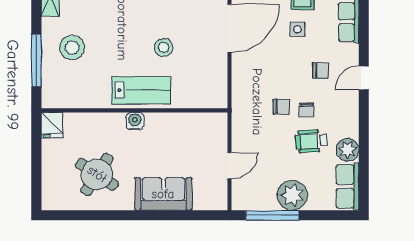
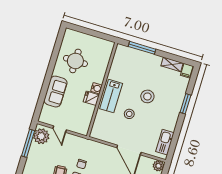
stool: (72, 48) -> (147, 96), moved
fridge: (52, 125) -> (91, 98), moved
round table: (97, 174) -> (75, 61), turned -33
plant: (292, 195) -> (41, 136), moved

